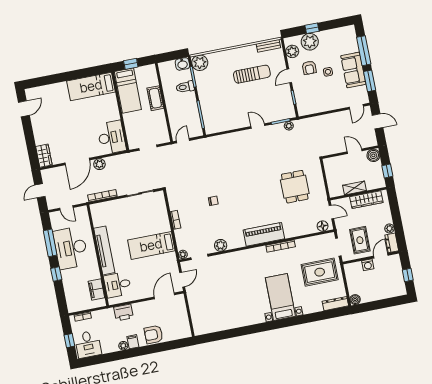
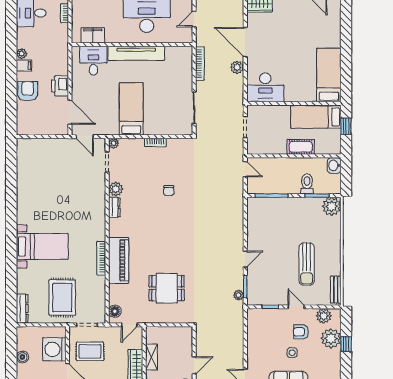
washbasin: (182, 64) -> (334, 165), moved
piano: (264, 234) -> (119, 260), moved
dresser: (236, 243) -> (114, 207), added
washing machine: (368, 265) -> (54, 349), width x1.89, depth x1.89
boiler: (355, 300) -> (22, 357), moved
printer: (124, 312) -> (60, 86), moved

